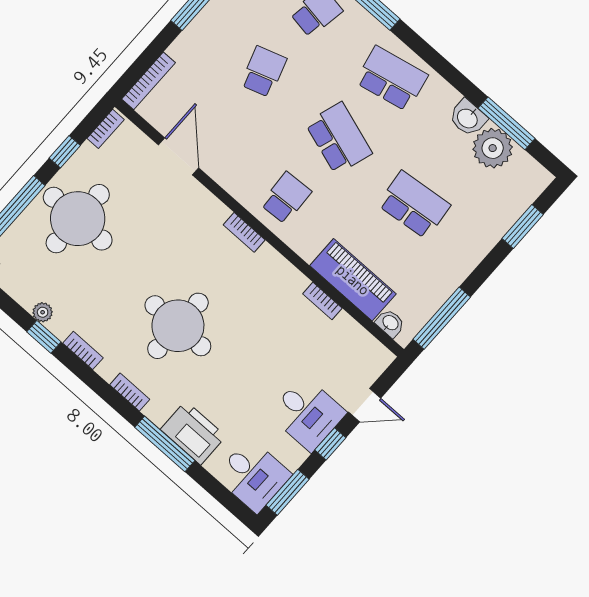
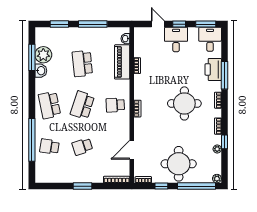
window: (442, 318) -> (93, 24), moved

